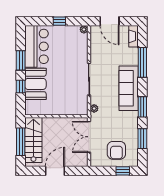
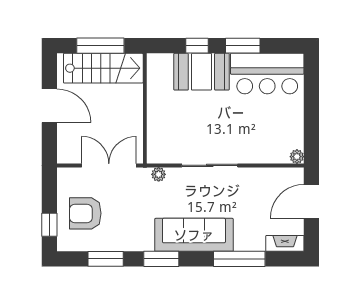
window: (59, 21) -> (311, 114), removed

